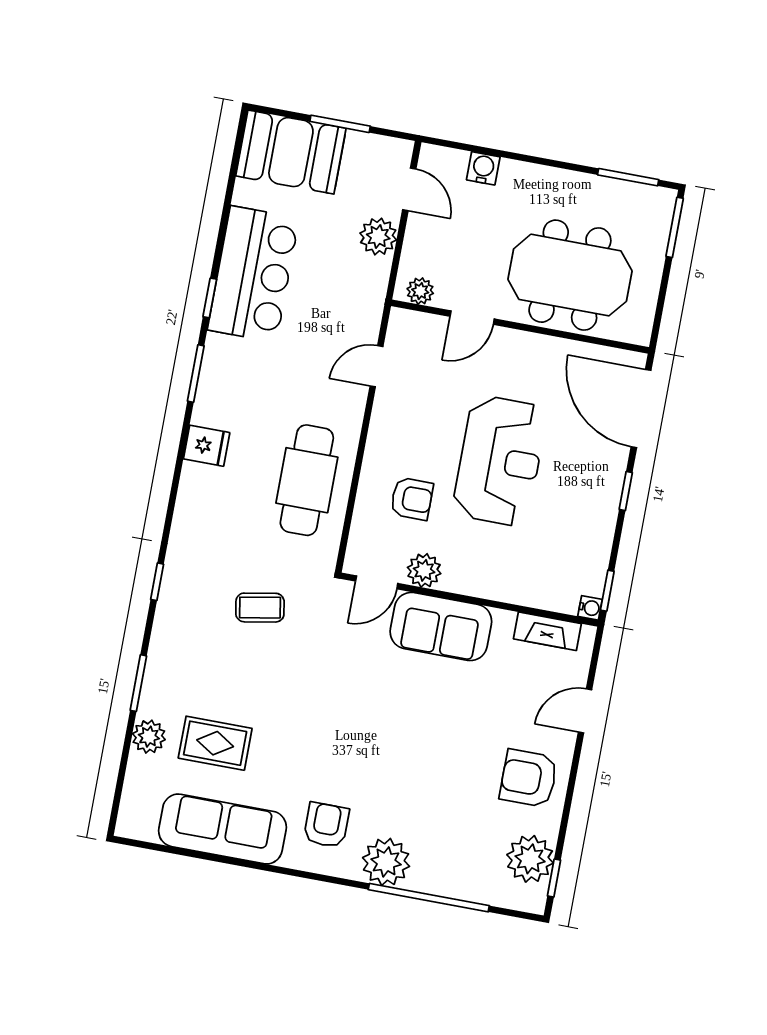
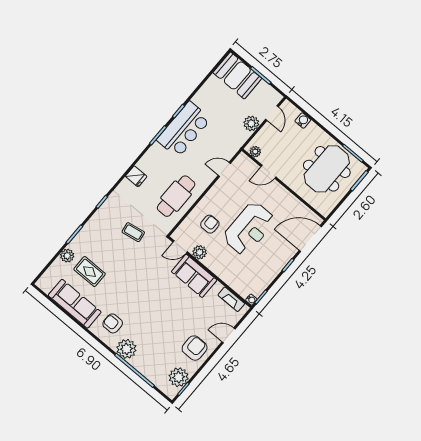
bar counter: (253, 274) -> (184, 129), moved
meeting table: (570, 275) -> (327, 169), moved, turned 90
door: (641, 409) -> (310, 239), hinge flipped
fridge: (207, 446) -> (136, 176), moved
armchair: (412, 499) -> (210, 224), turned -90
armchair: (529, 778) -> (195, 348), turned 90
armchair: (326, 825) -> (113, 323), turned -90

